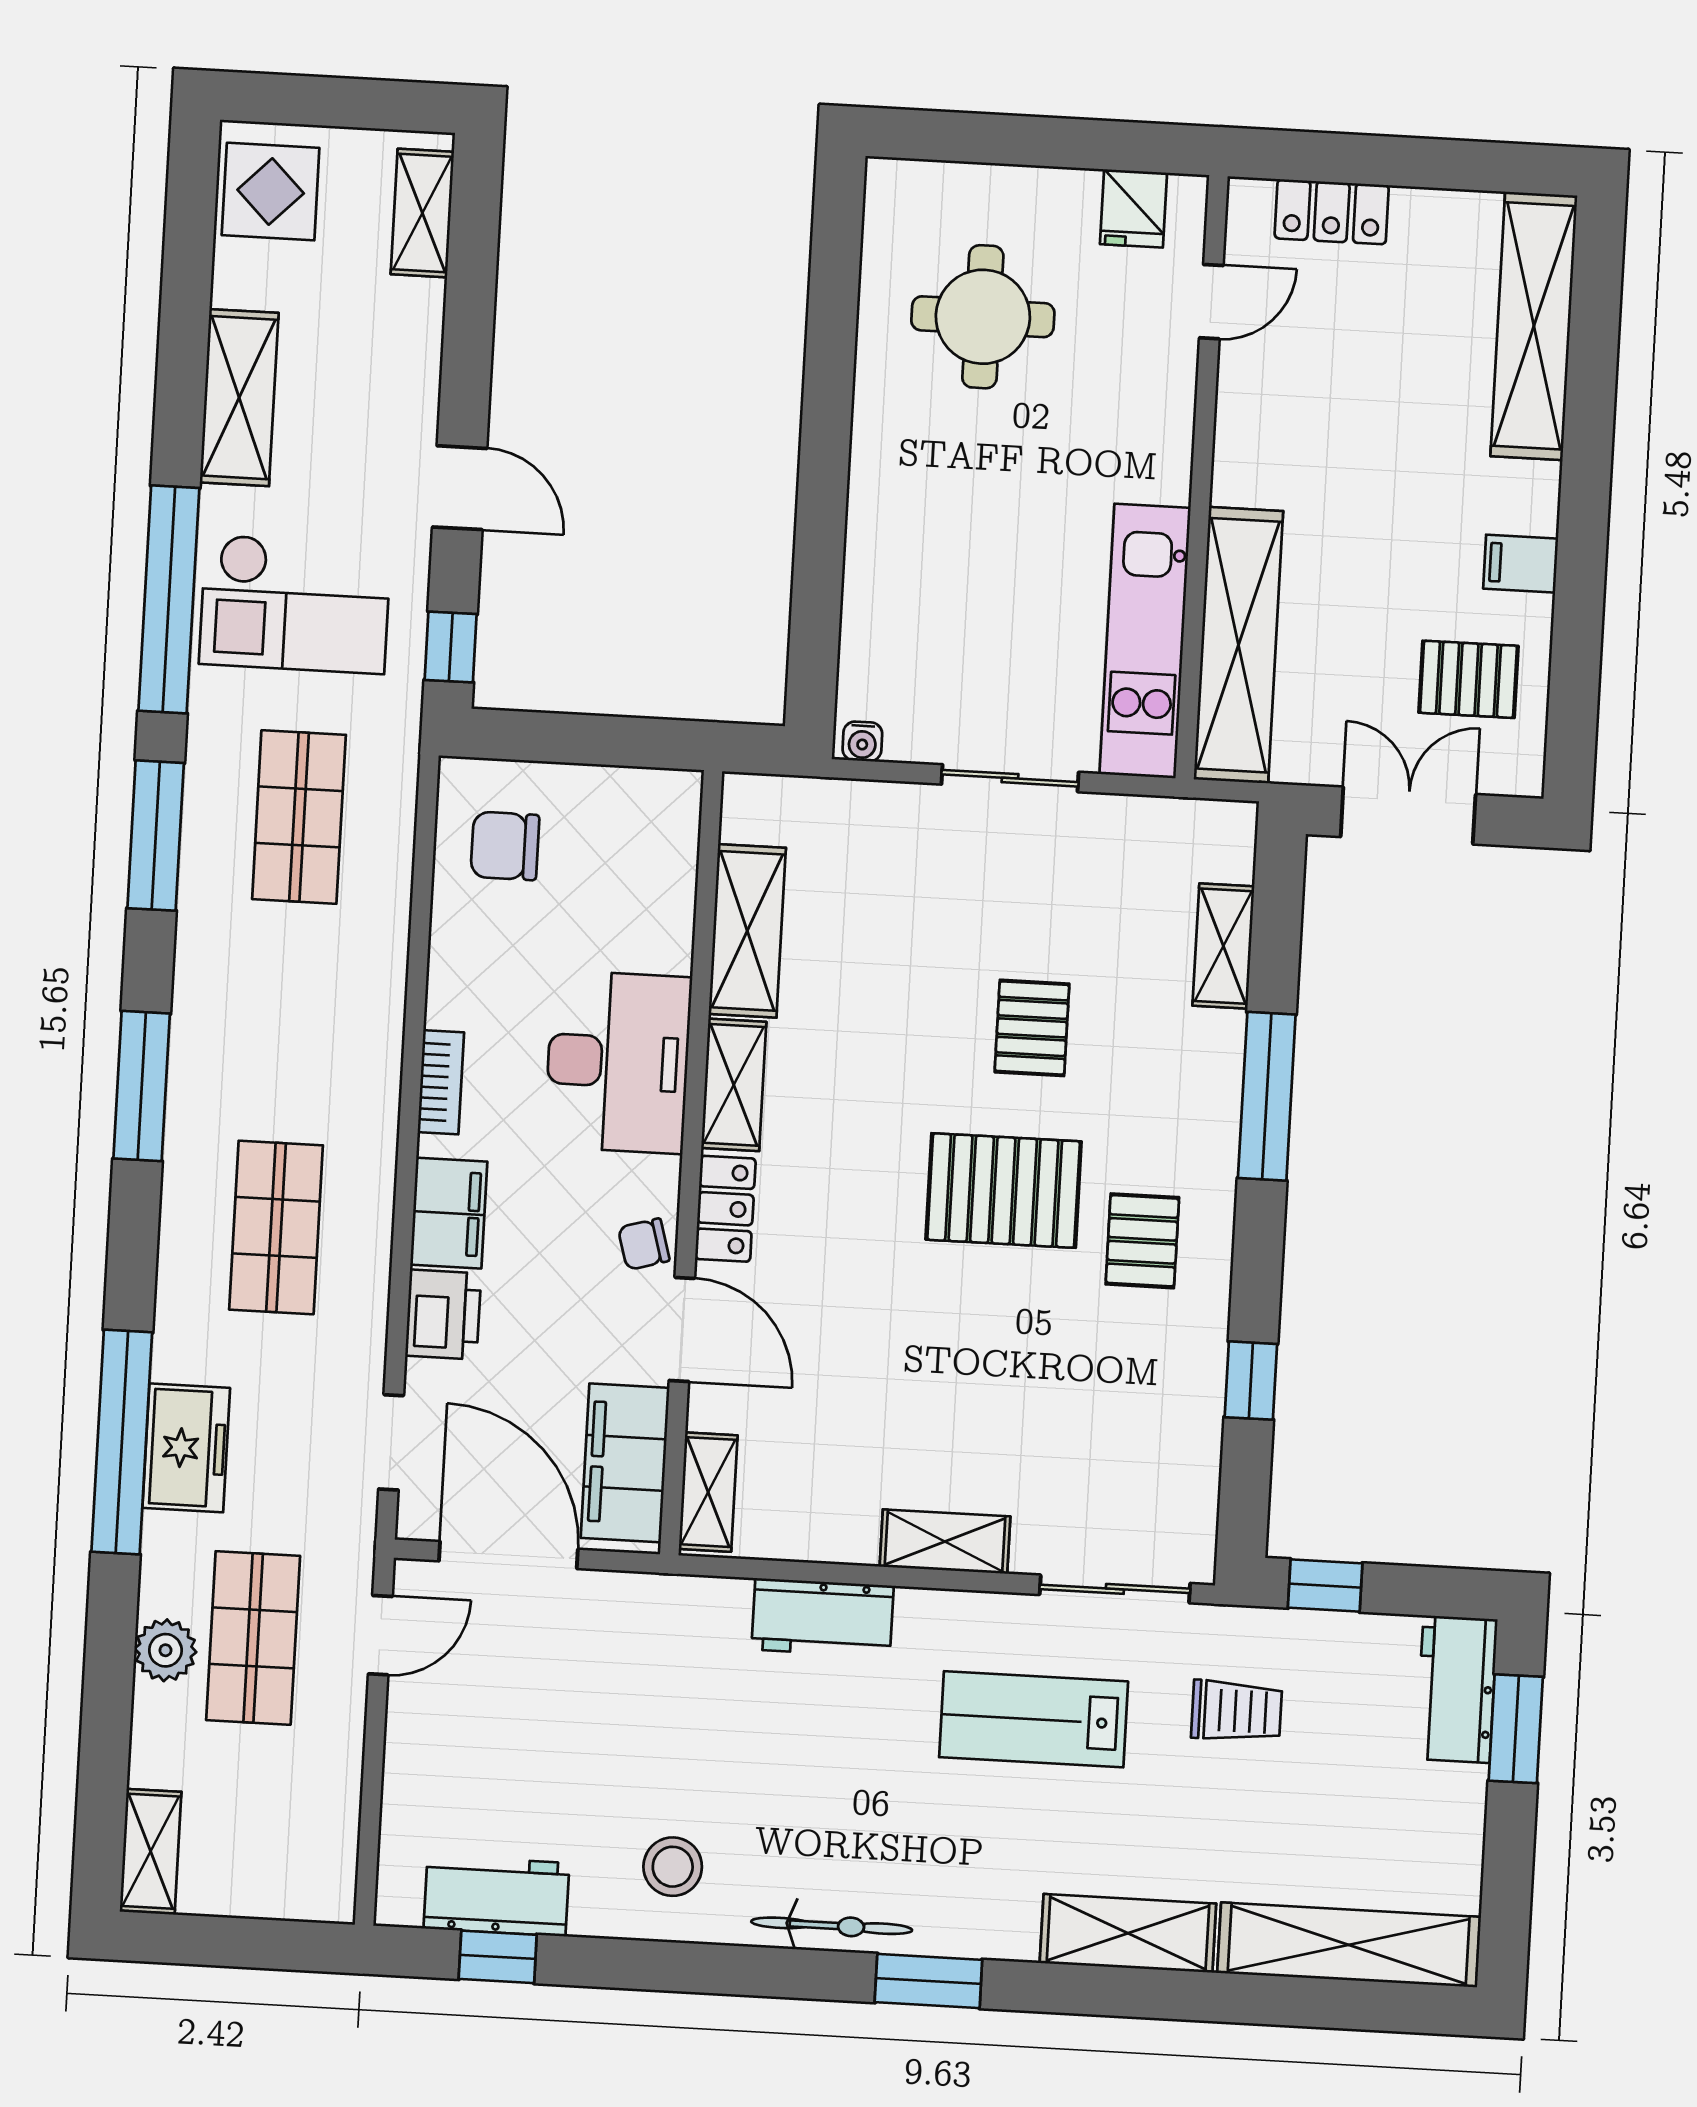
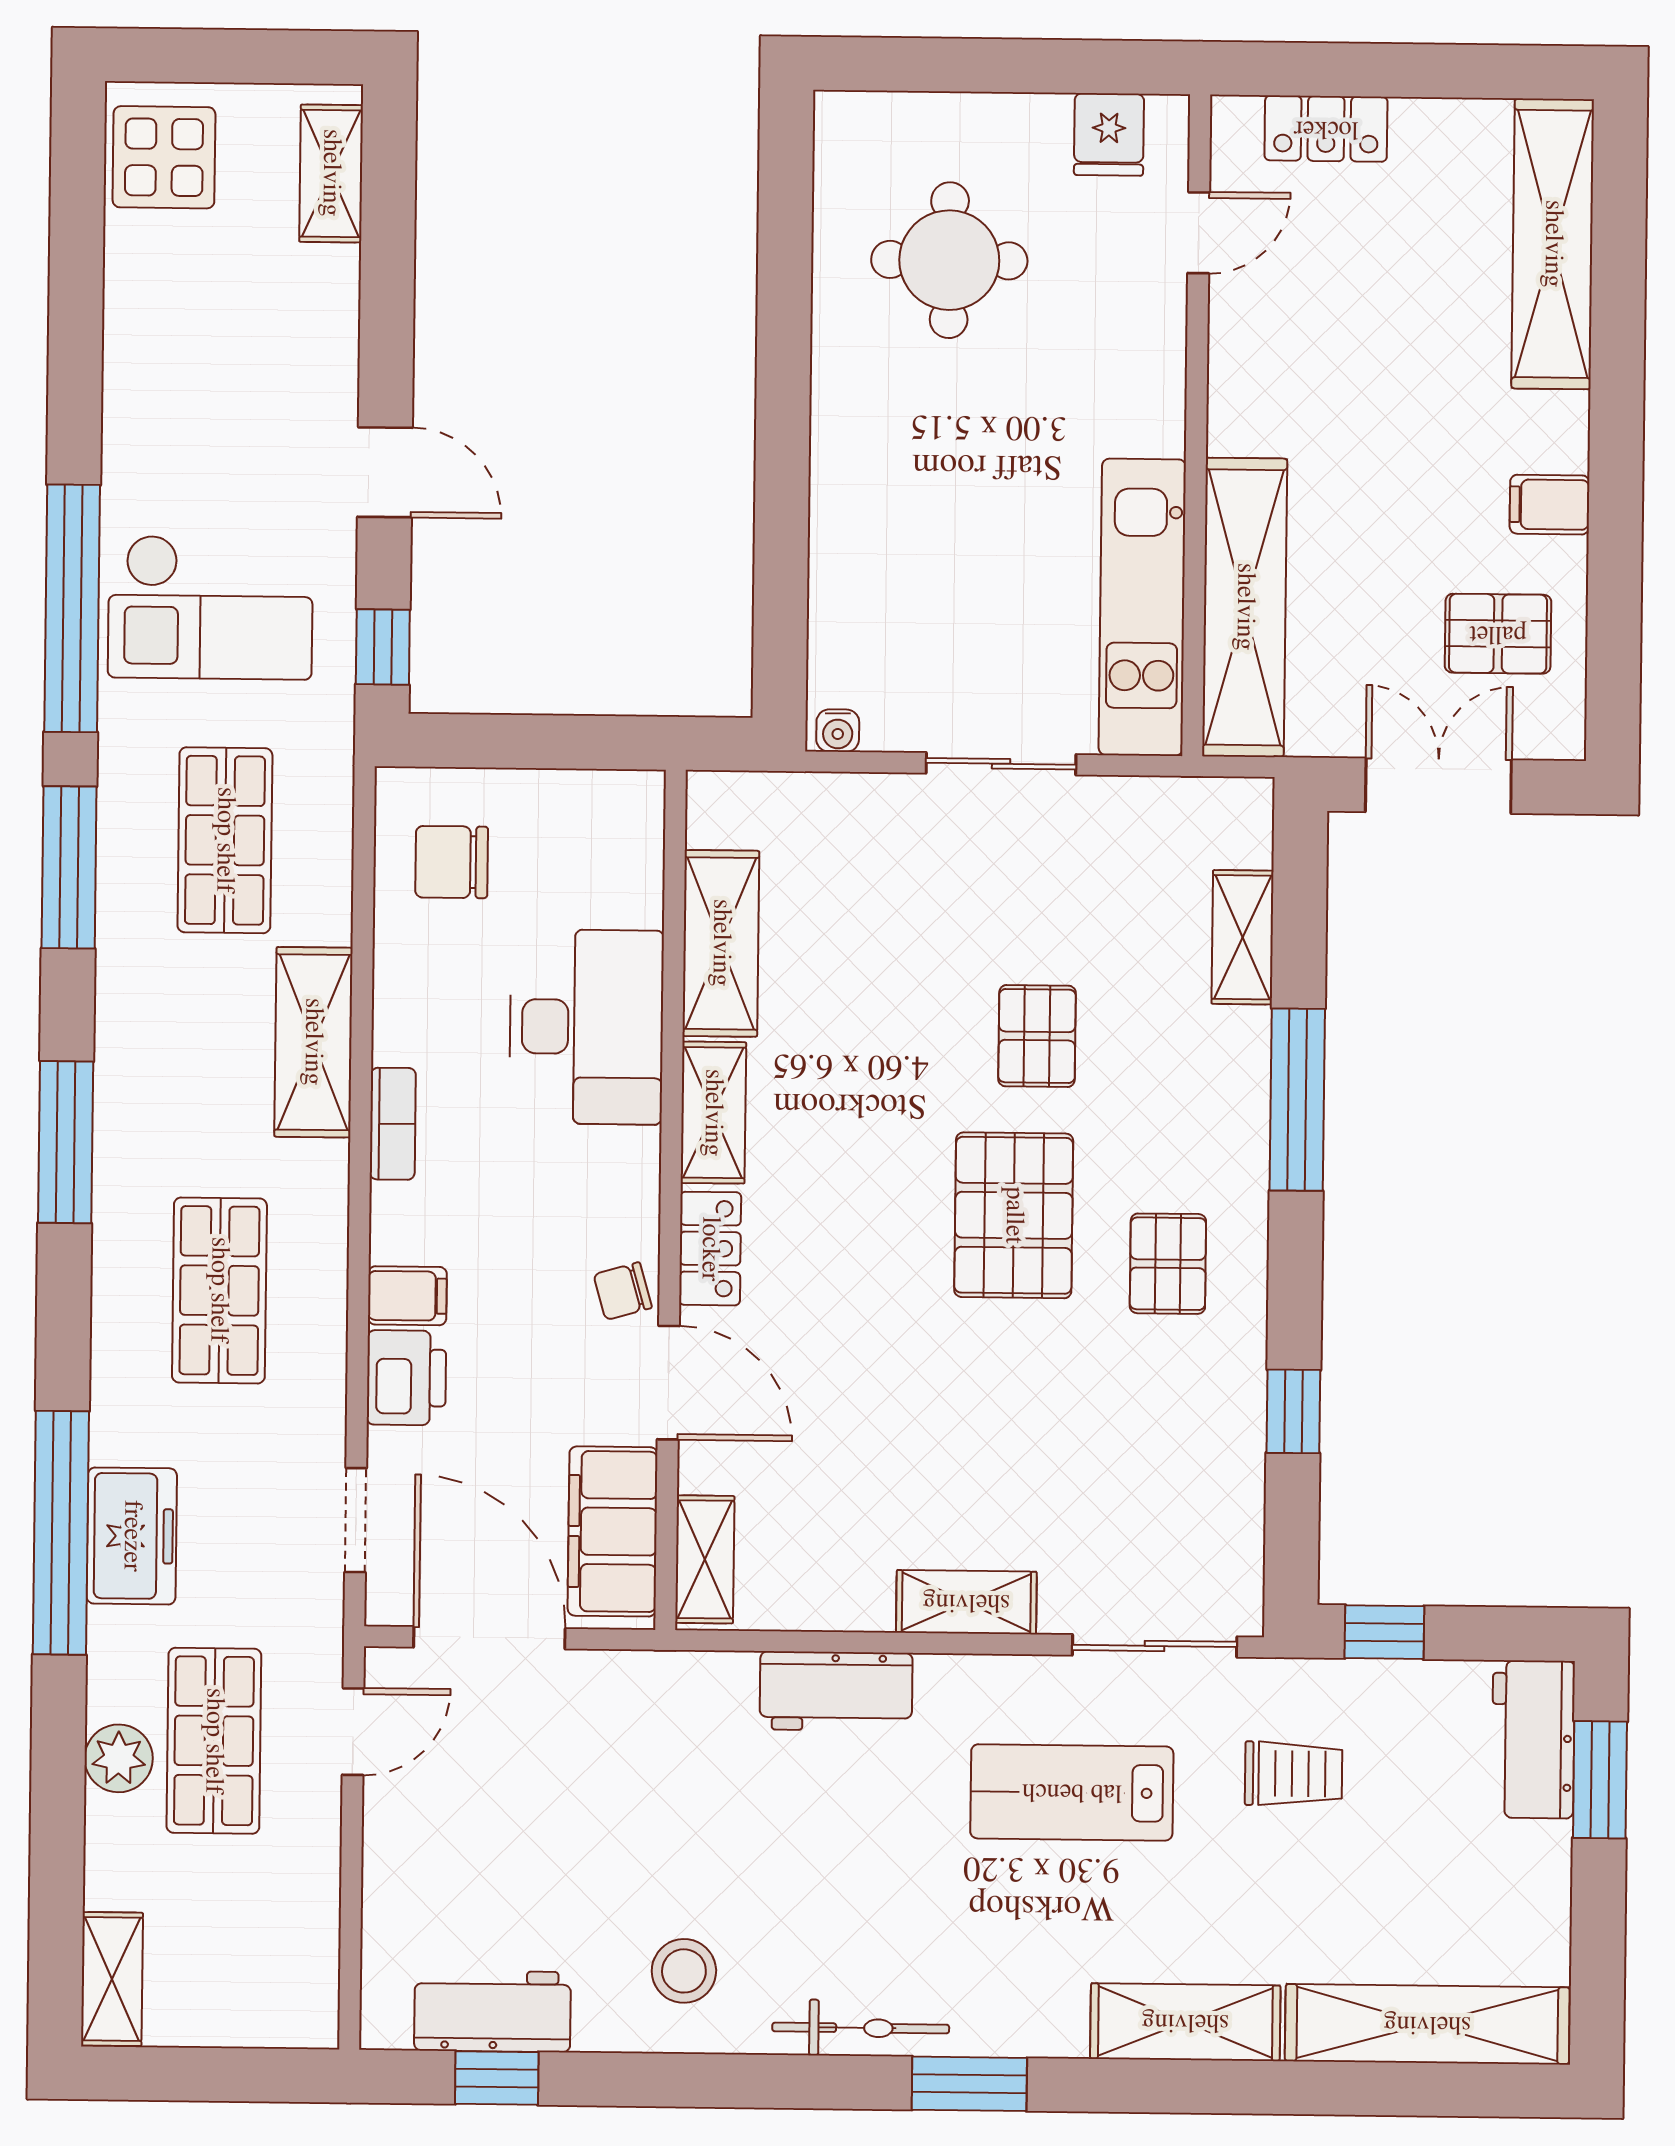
shelving: (239, 398) -> (313, 1042), moved
desk: (618, 1062) -> (586, 1027), moved
pallet: (1004, 1191) -> (1014, 1215), turned 90
filing cabinet: (449, 1213) -> (407, 1296), width x0.50

